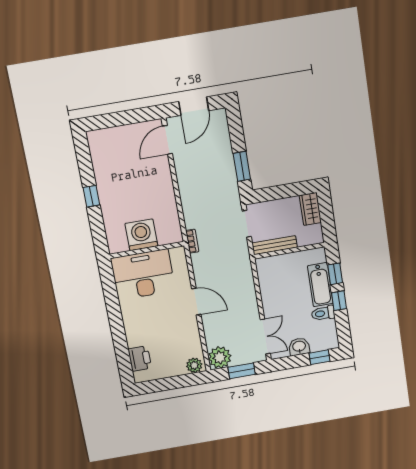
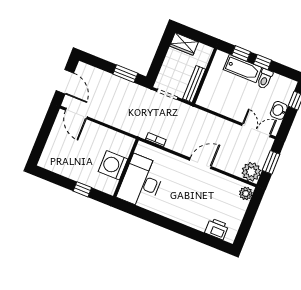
washing machine: (141, 235) -> (113, 165), moved
wall: (147, 250) -> (126, 168), moved
desk: (143, 275) -> (141, 182), moved

